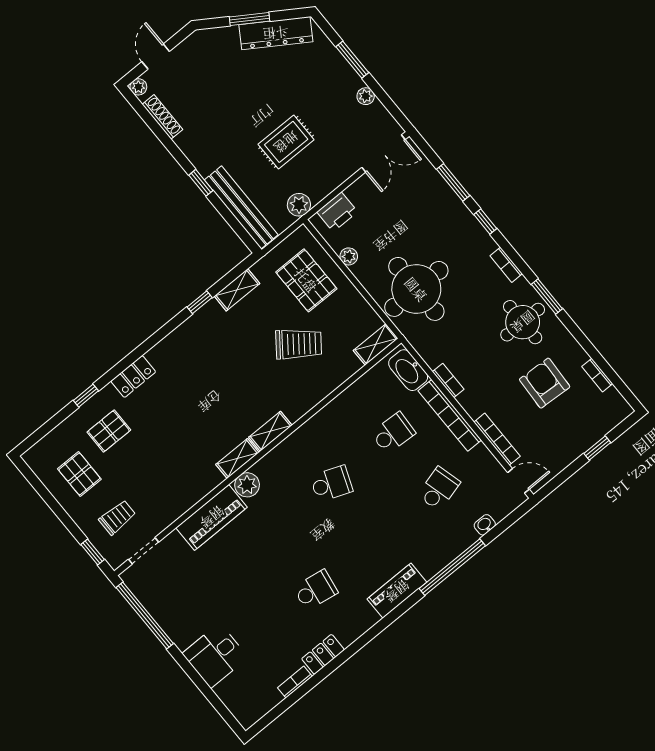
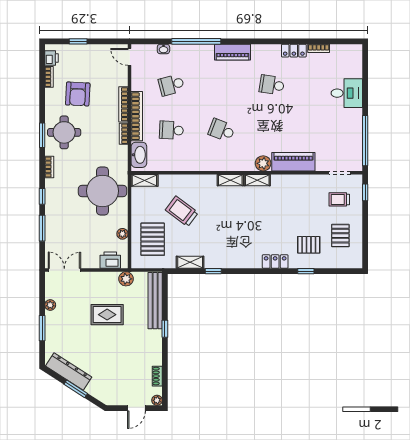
shoe rack: (162, 117) -> (157, 376), width x0.70
printer: (613, 401) -> (51, 58), added
bookcase: (497, 439) -> (123, 104), moved

